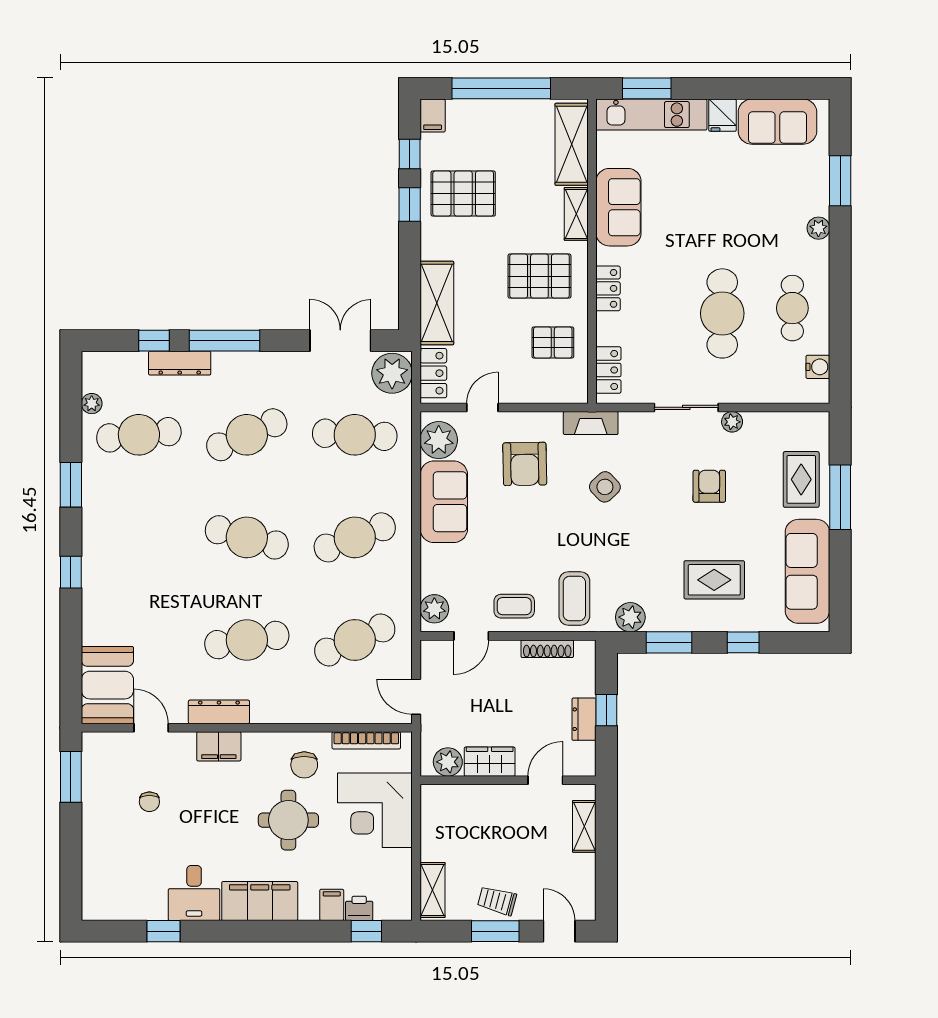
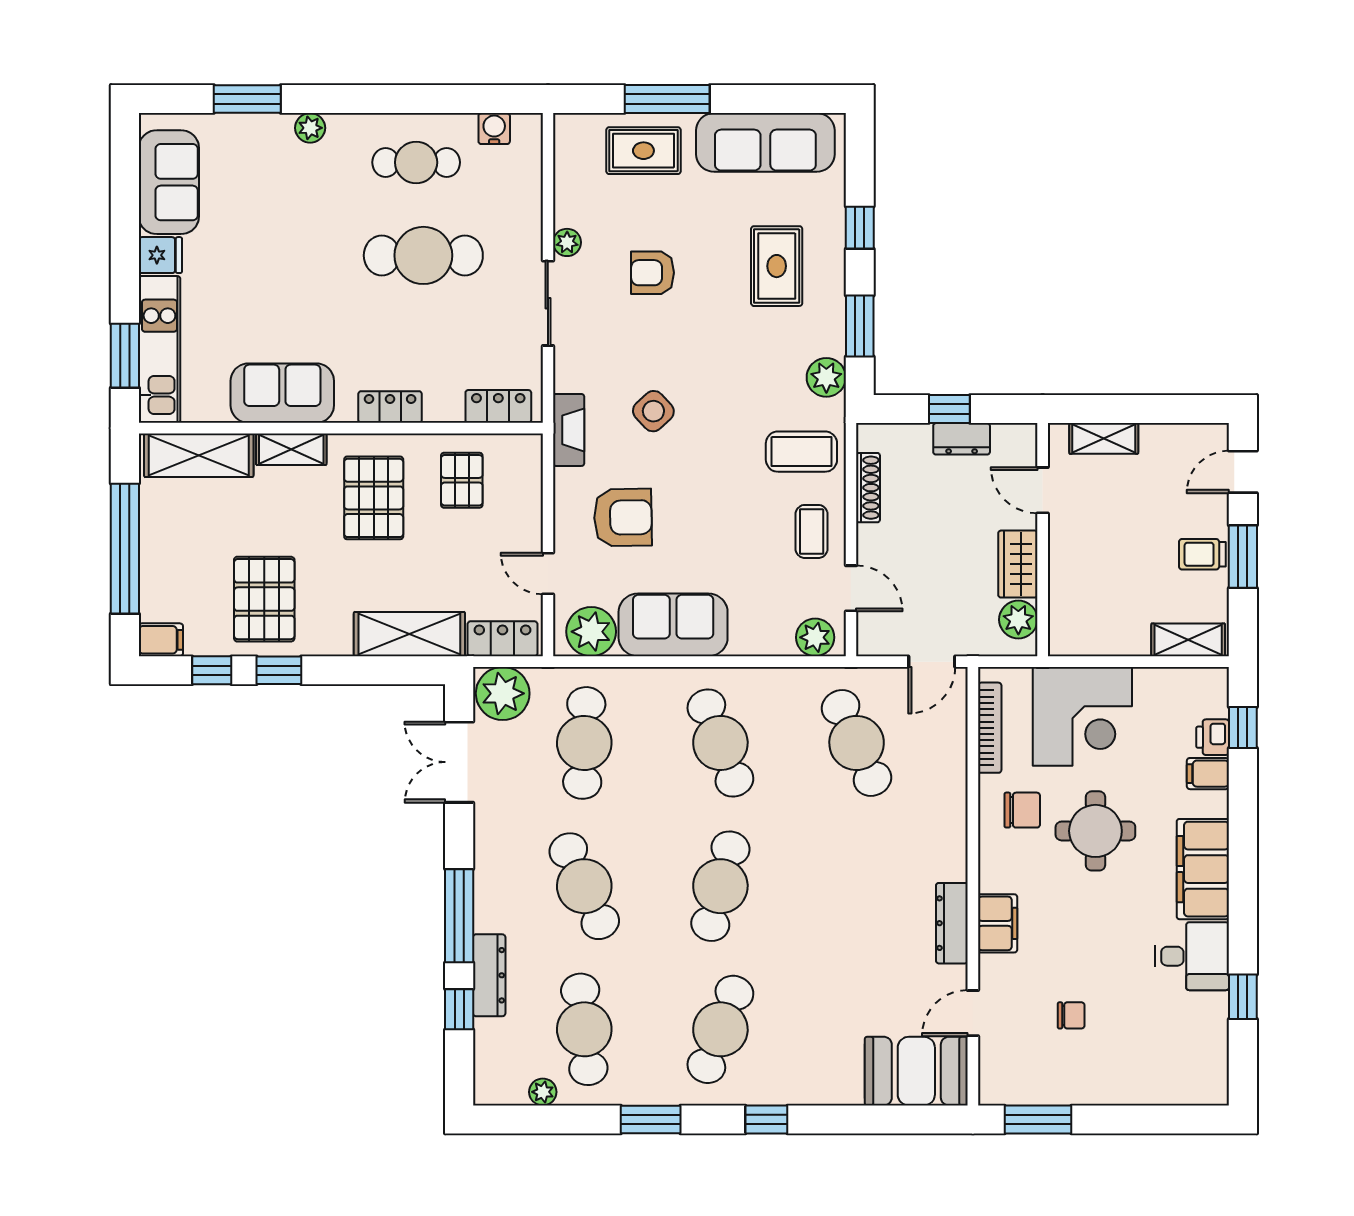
cafe table: (247, 640) -> (720, 1029), moved, turned 30
trolley: (497, 901) -> (1202, 554), turned 75

